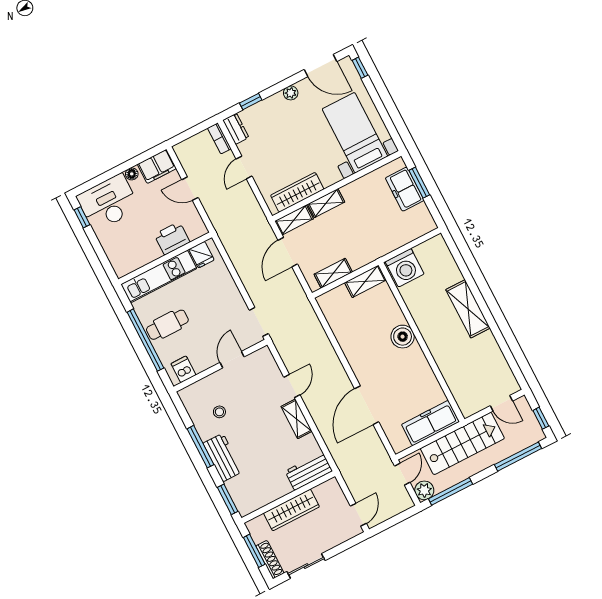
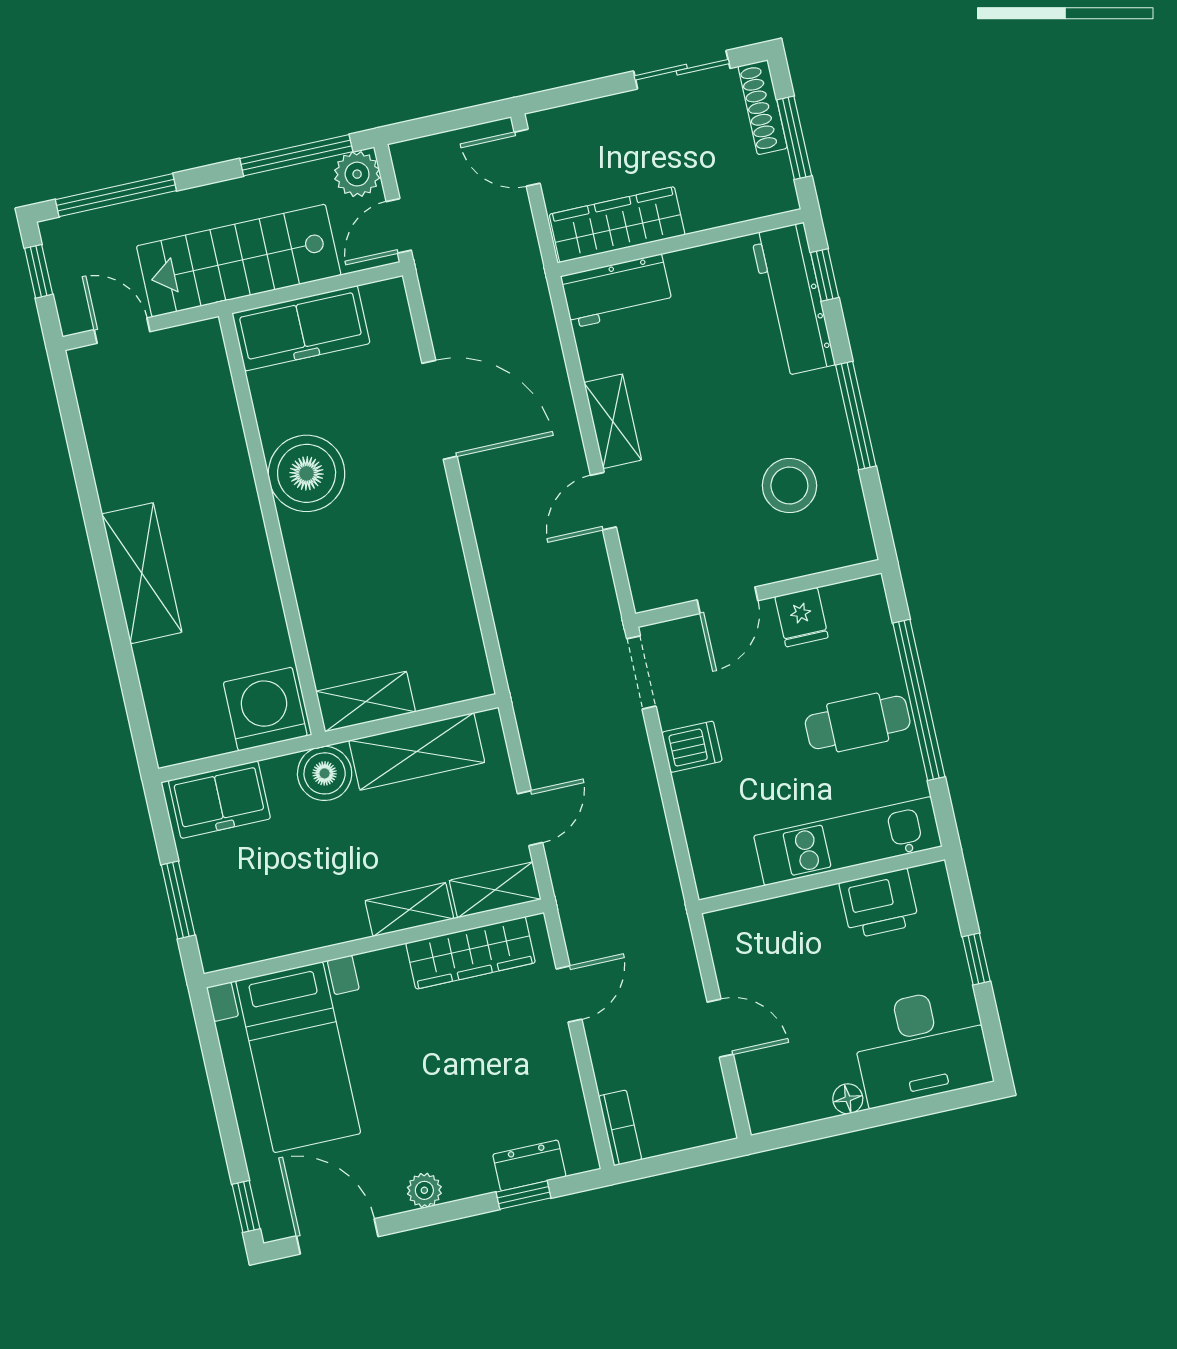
dresser: (236, 129) -> (529, 1165), moved, turned 90
filing cabinet: (157, 166) -> (784, 1101), removed
door: (244, 168) -> (569, 994), moved
freezer: (405, 189) -> (219, 800), moved, turned 90
window: (82, 217) -> (976, 959), moved
printer: (172, 238) -> (879, 904), moved
boiler: (374, 248) -> (325, 773), added
door: (288, 252) -> (530, 818), width x0.73
fridge: (201, 255) -> (802, 617), moved, turned 180
shelving: (333, 273) -> (417, 751), width x1.50, depth x1.33
boiler: (403, 337) -> (307, 473), moved, width x1.37, depth x1.37
dishwasher: (183, 369) -> (692, 747), moved, turned -90
door: (367, 405) -> (439, 410), hinge flipped
stool: (219, 412) -> (789, 486), width x1.89, depth x1.89
workbench: (223, 457) -> (793, 299), moved, width x1.38
window: (228, 499) -> (825, 275), width x0.67
wardrobe: (291, 510) -> (617, 225), moved
door: (358, 515) -> (527, 158), hinge flipped

